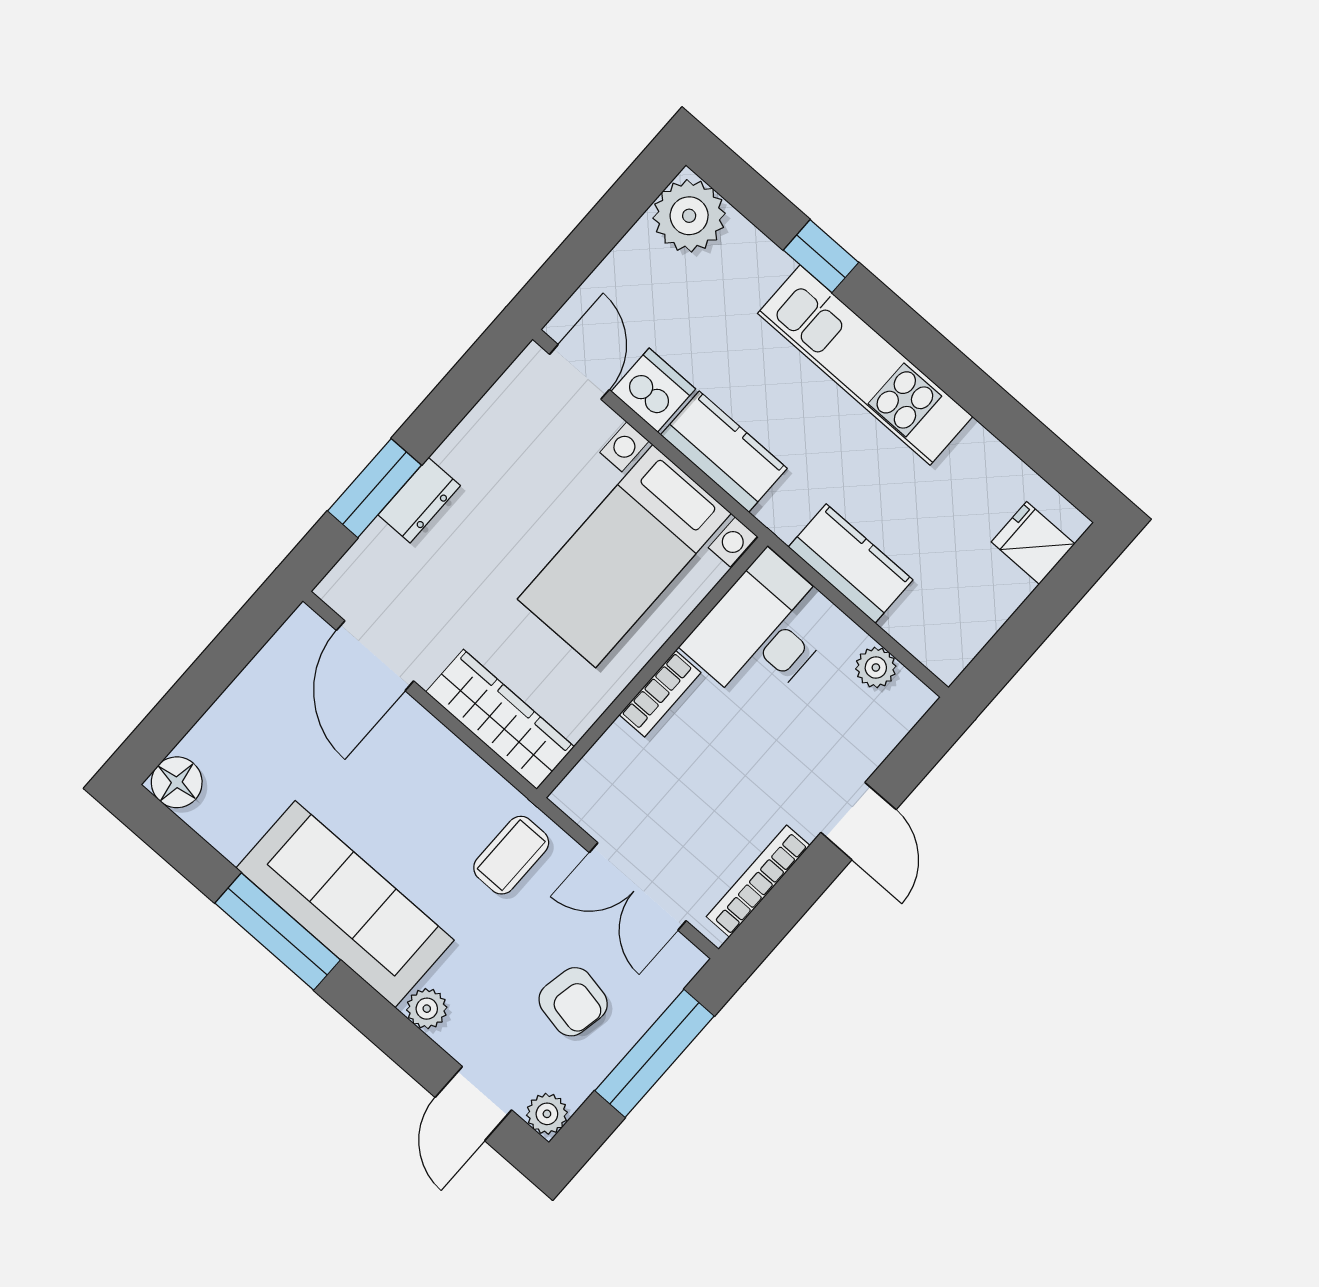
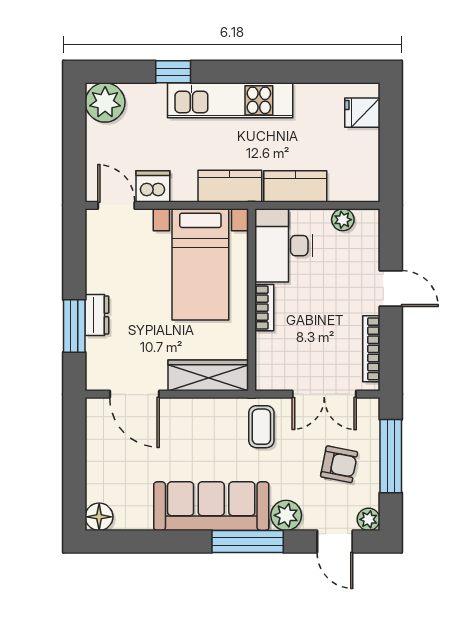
kitchen counter: (724, 452) -> (230, 186), moved
window: (278, 932) -> (248, 541), moved
plant: (427, 1009) -> (286, 515), width x1.38, depth x1.38

